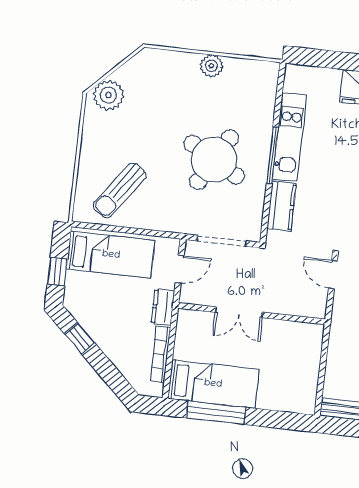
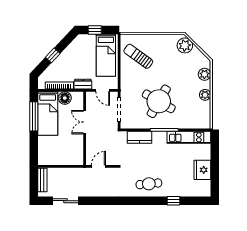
plant: (170, 62) -> (204, 74), added
kitchen unit: (289, 137) -> (189, 137), moved
door: (333, 275) -> (98, 166), moved
window: (80, 339) -> (53, 55), moved
floor lamp: (186, 346) -> (65, 98), added

